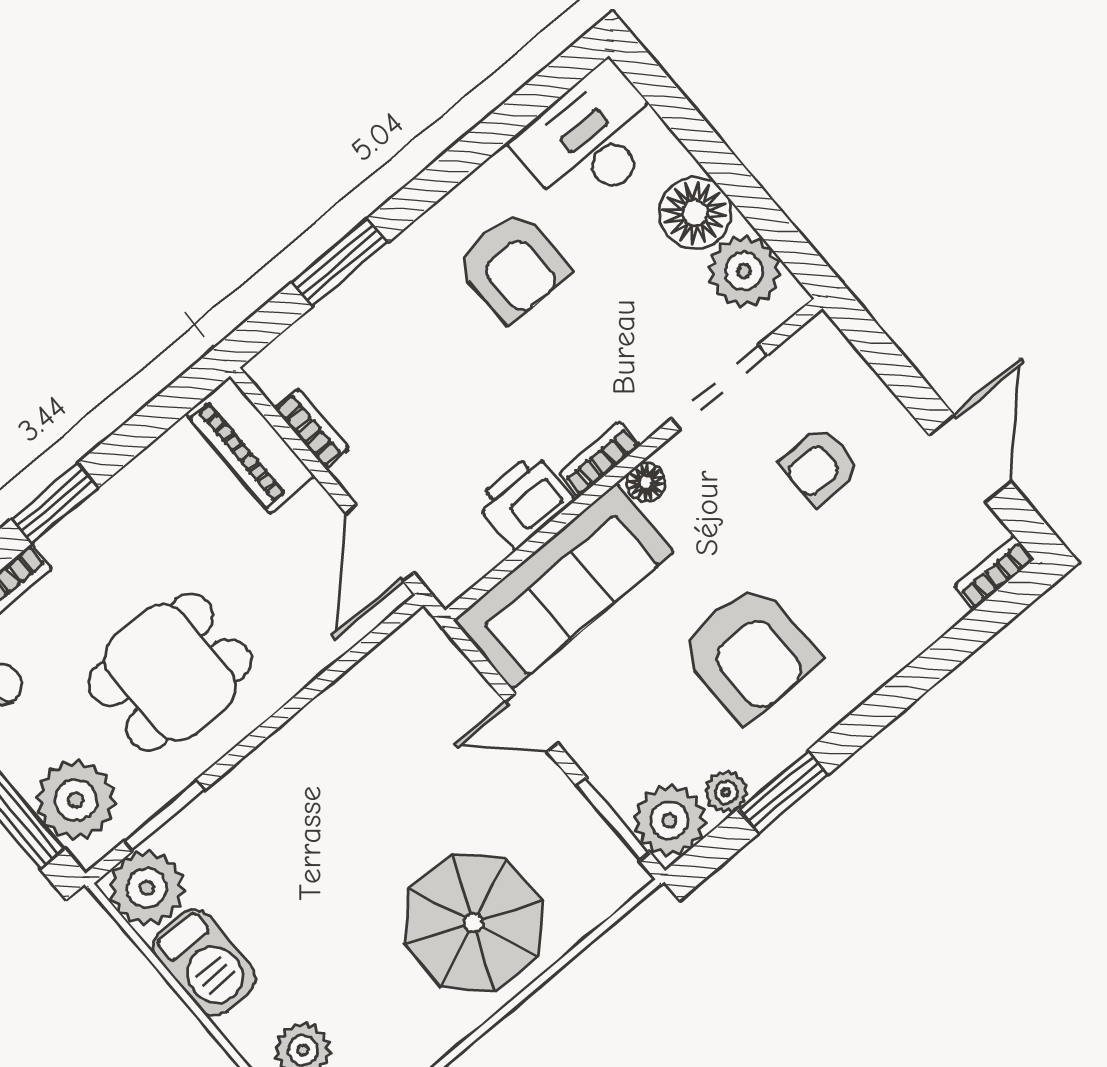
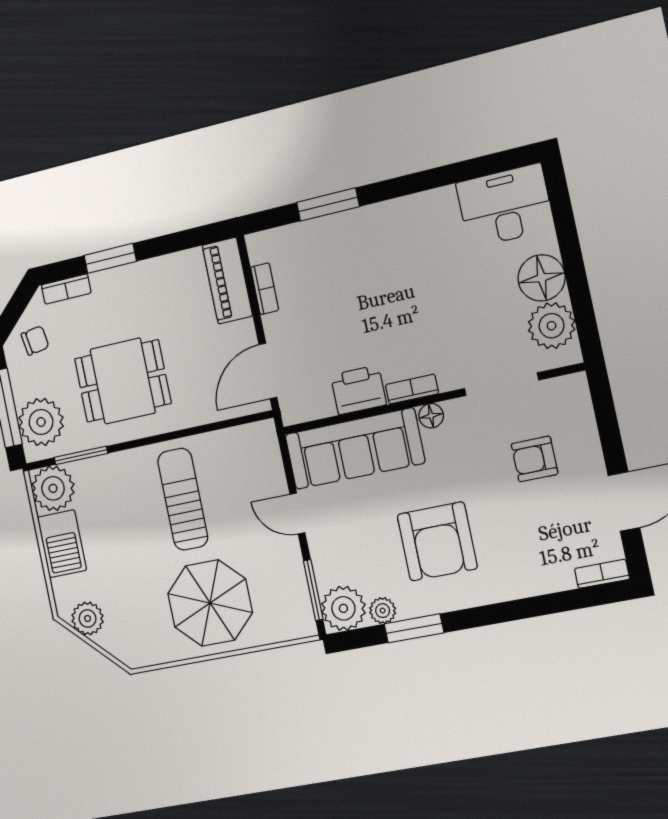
armchair: (513, 266) -> (422, 255), removed
sun lounger: (353, 795) -> (183, 499), added

